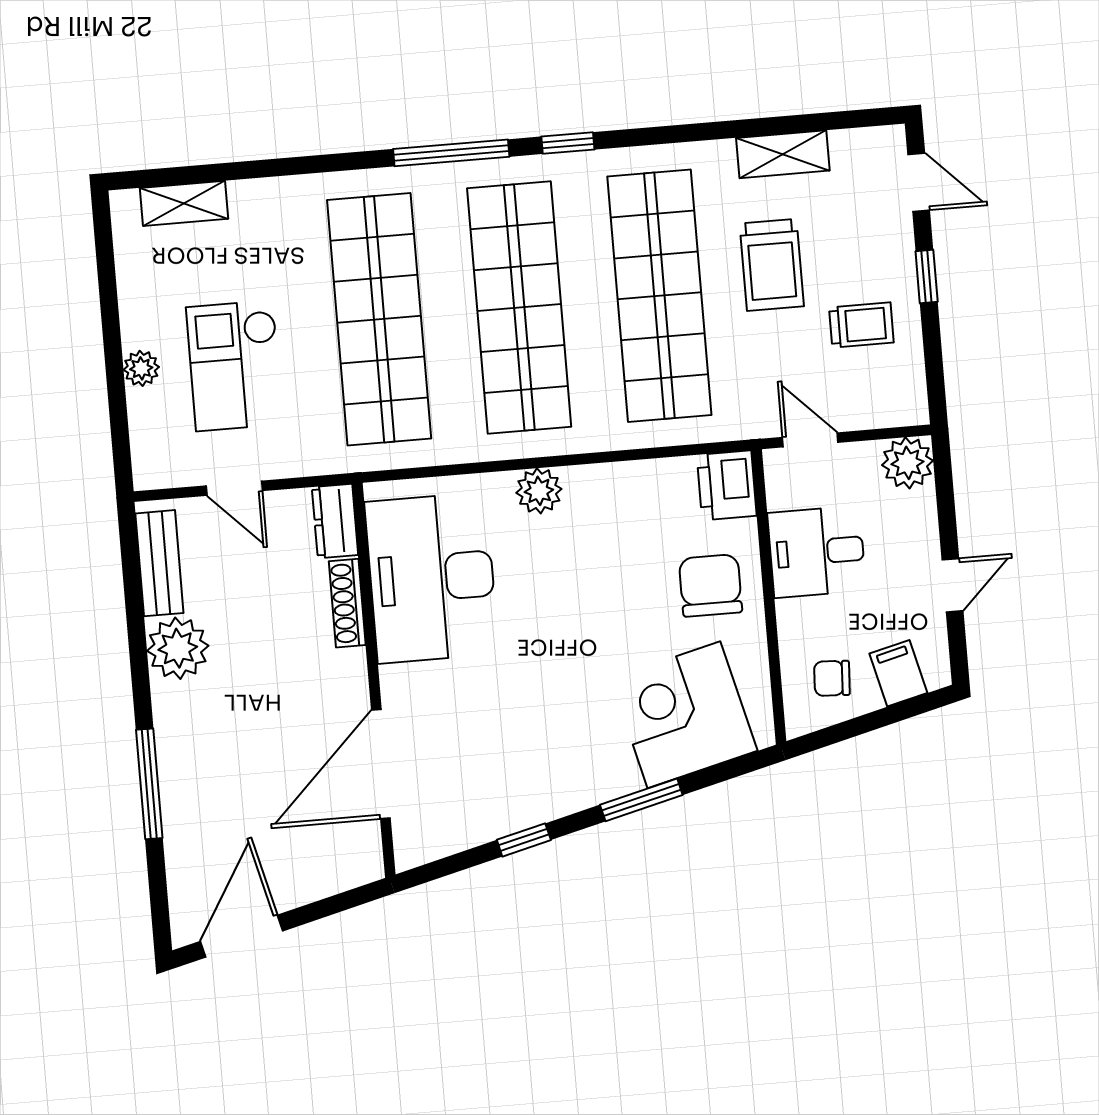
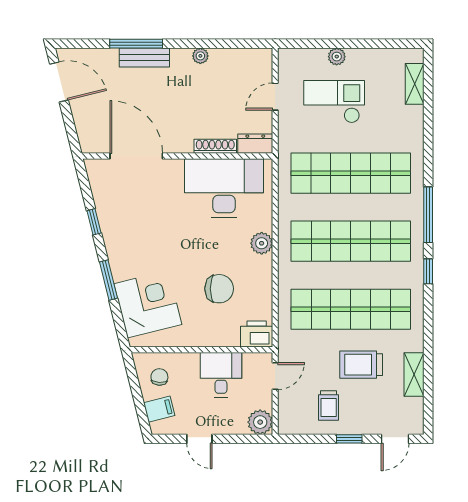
bench: (159, 563) -> (144, 57), moved
chair: (710, 585) -> (219, 289), moved
plant: (178, 648) -> (200, 56), width x0.53, depth x0.53

